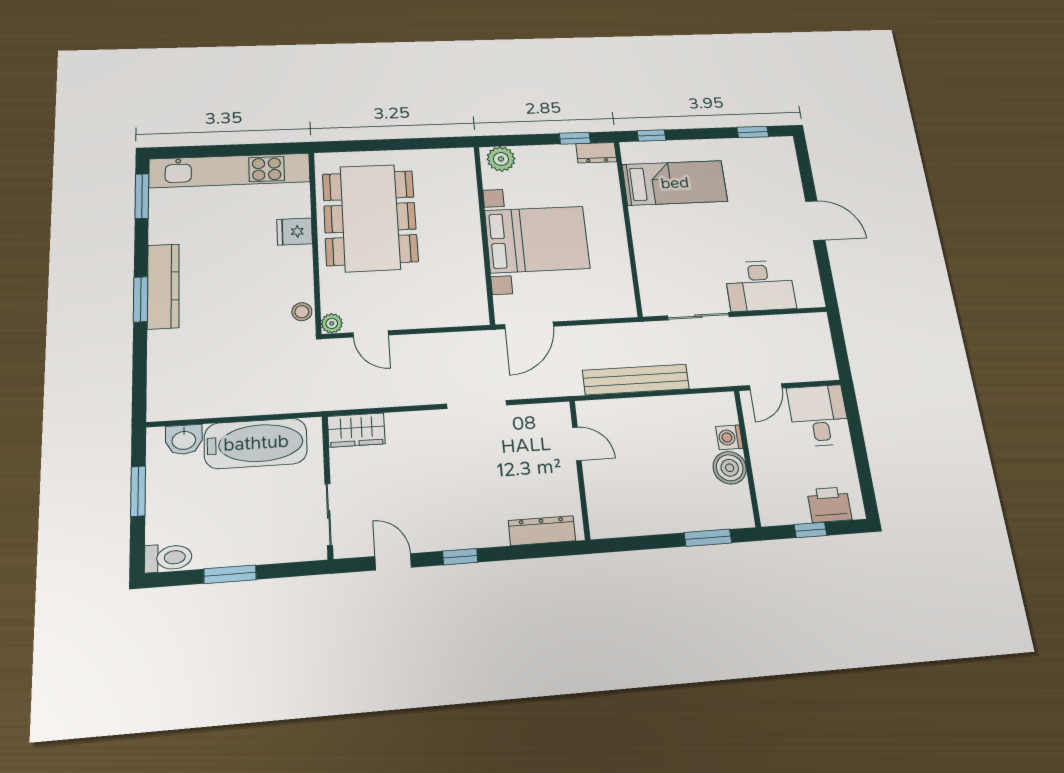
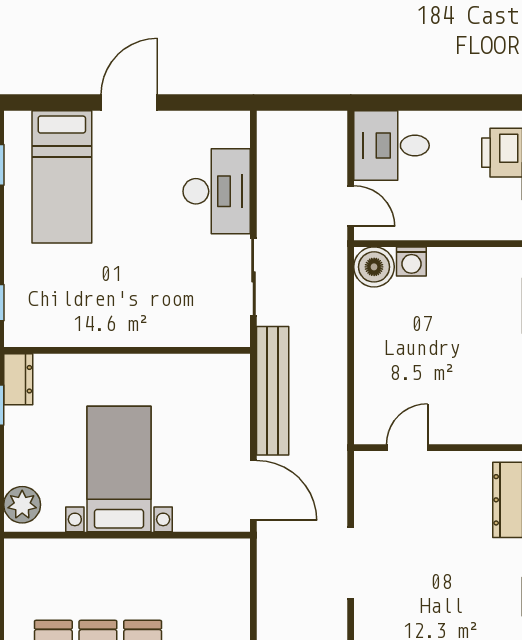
bed: (675, 183) -> (62, 177), moved, turned 180
bed with nightstands: (537, 239) -> (119, 469), width x0.73
bench: (636, 380) -> (273, 391), moved
boiler: (730, 468) -> (374, 267), moved

